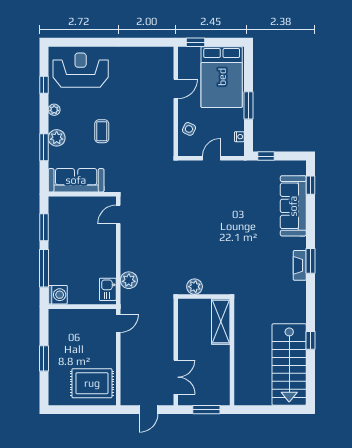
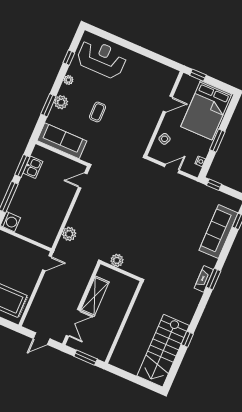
kitchen sink: (108, 289) -> (33, 167), moved, turned 180
shelving: (221, 322) -> (95, 296), moved

